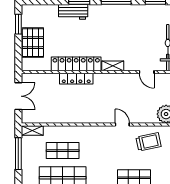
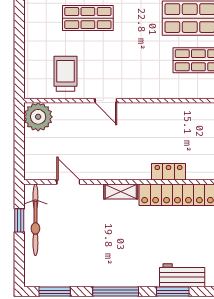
locker: (76, 79) -> (168, 172), width x0.66
trolley: (148, 142) -> (65, 74), turned 102

